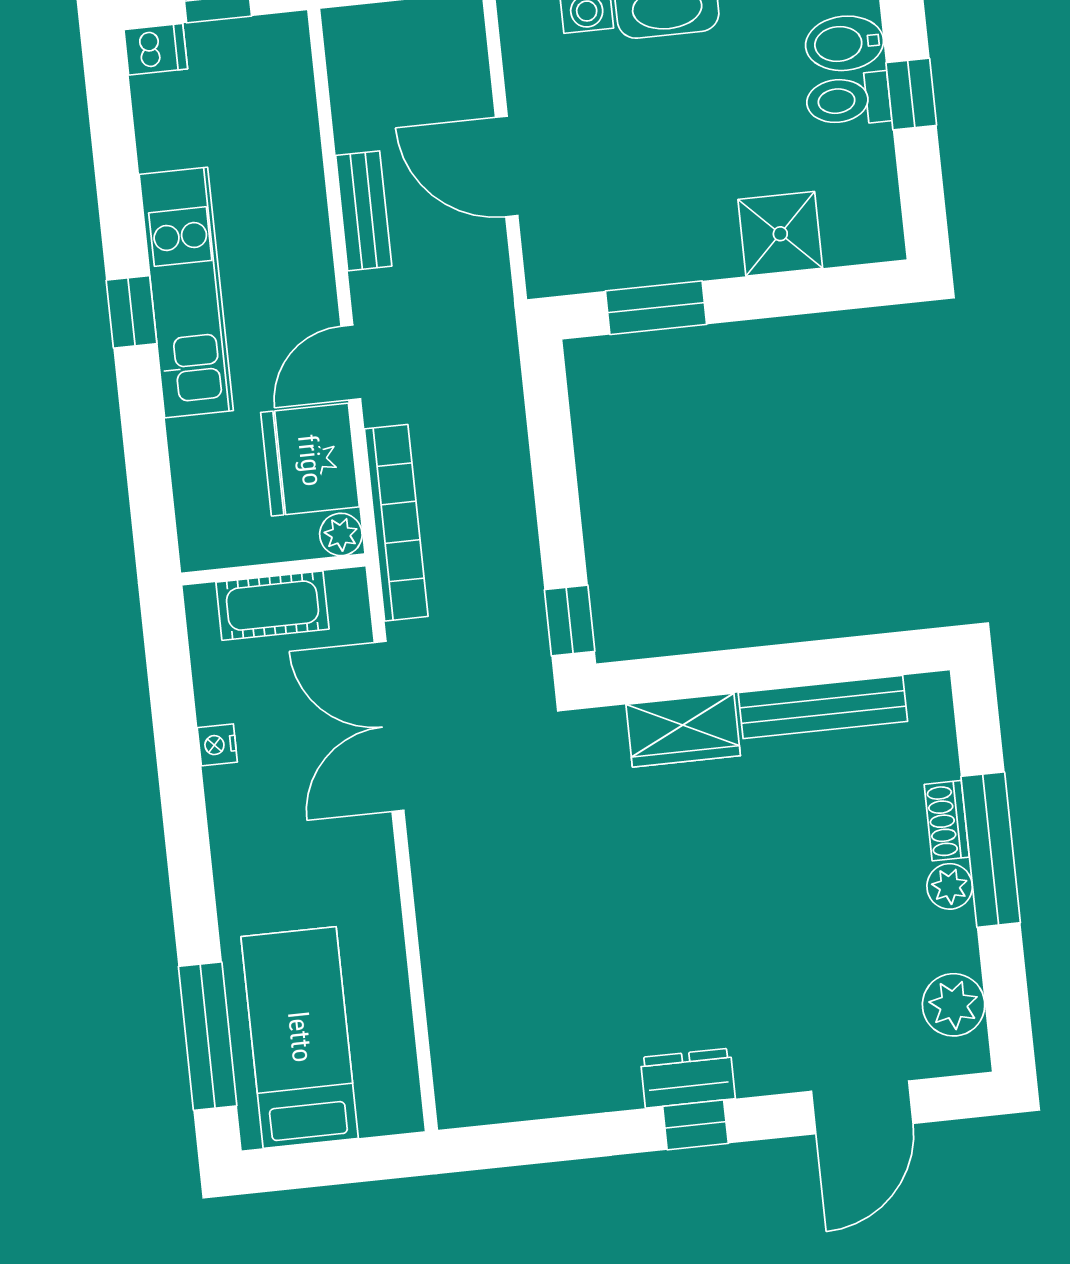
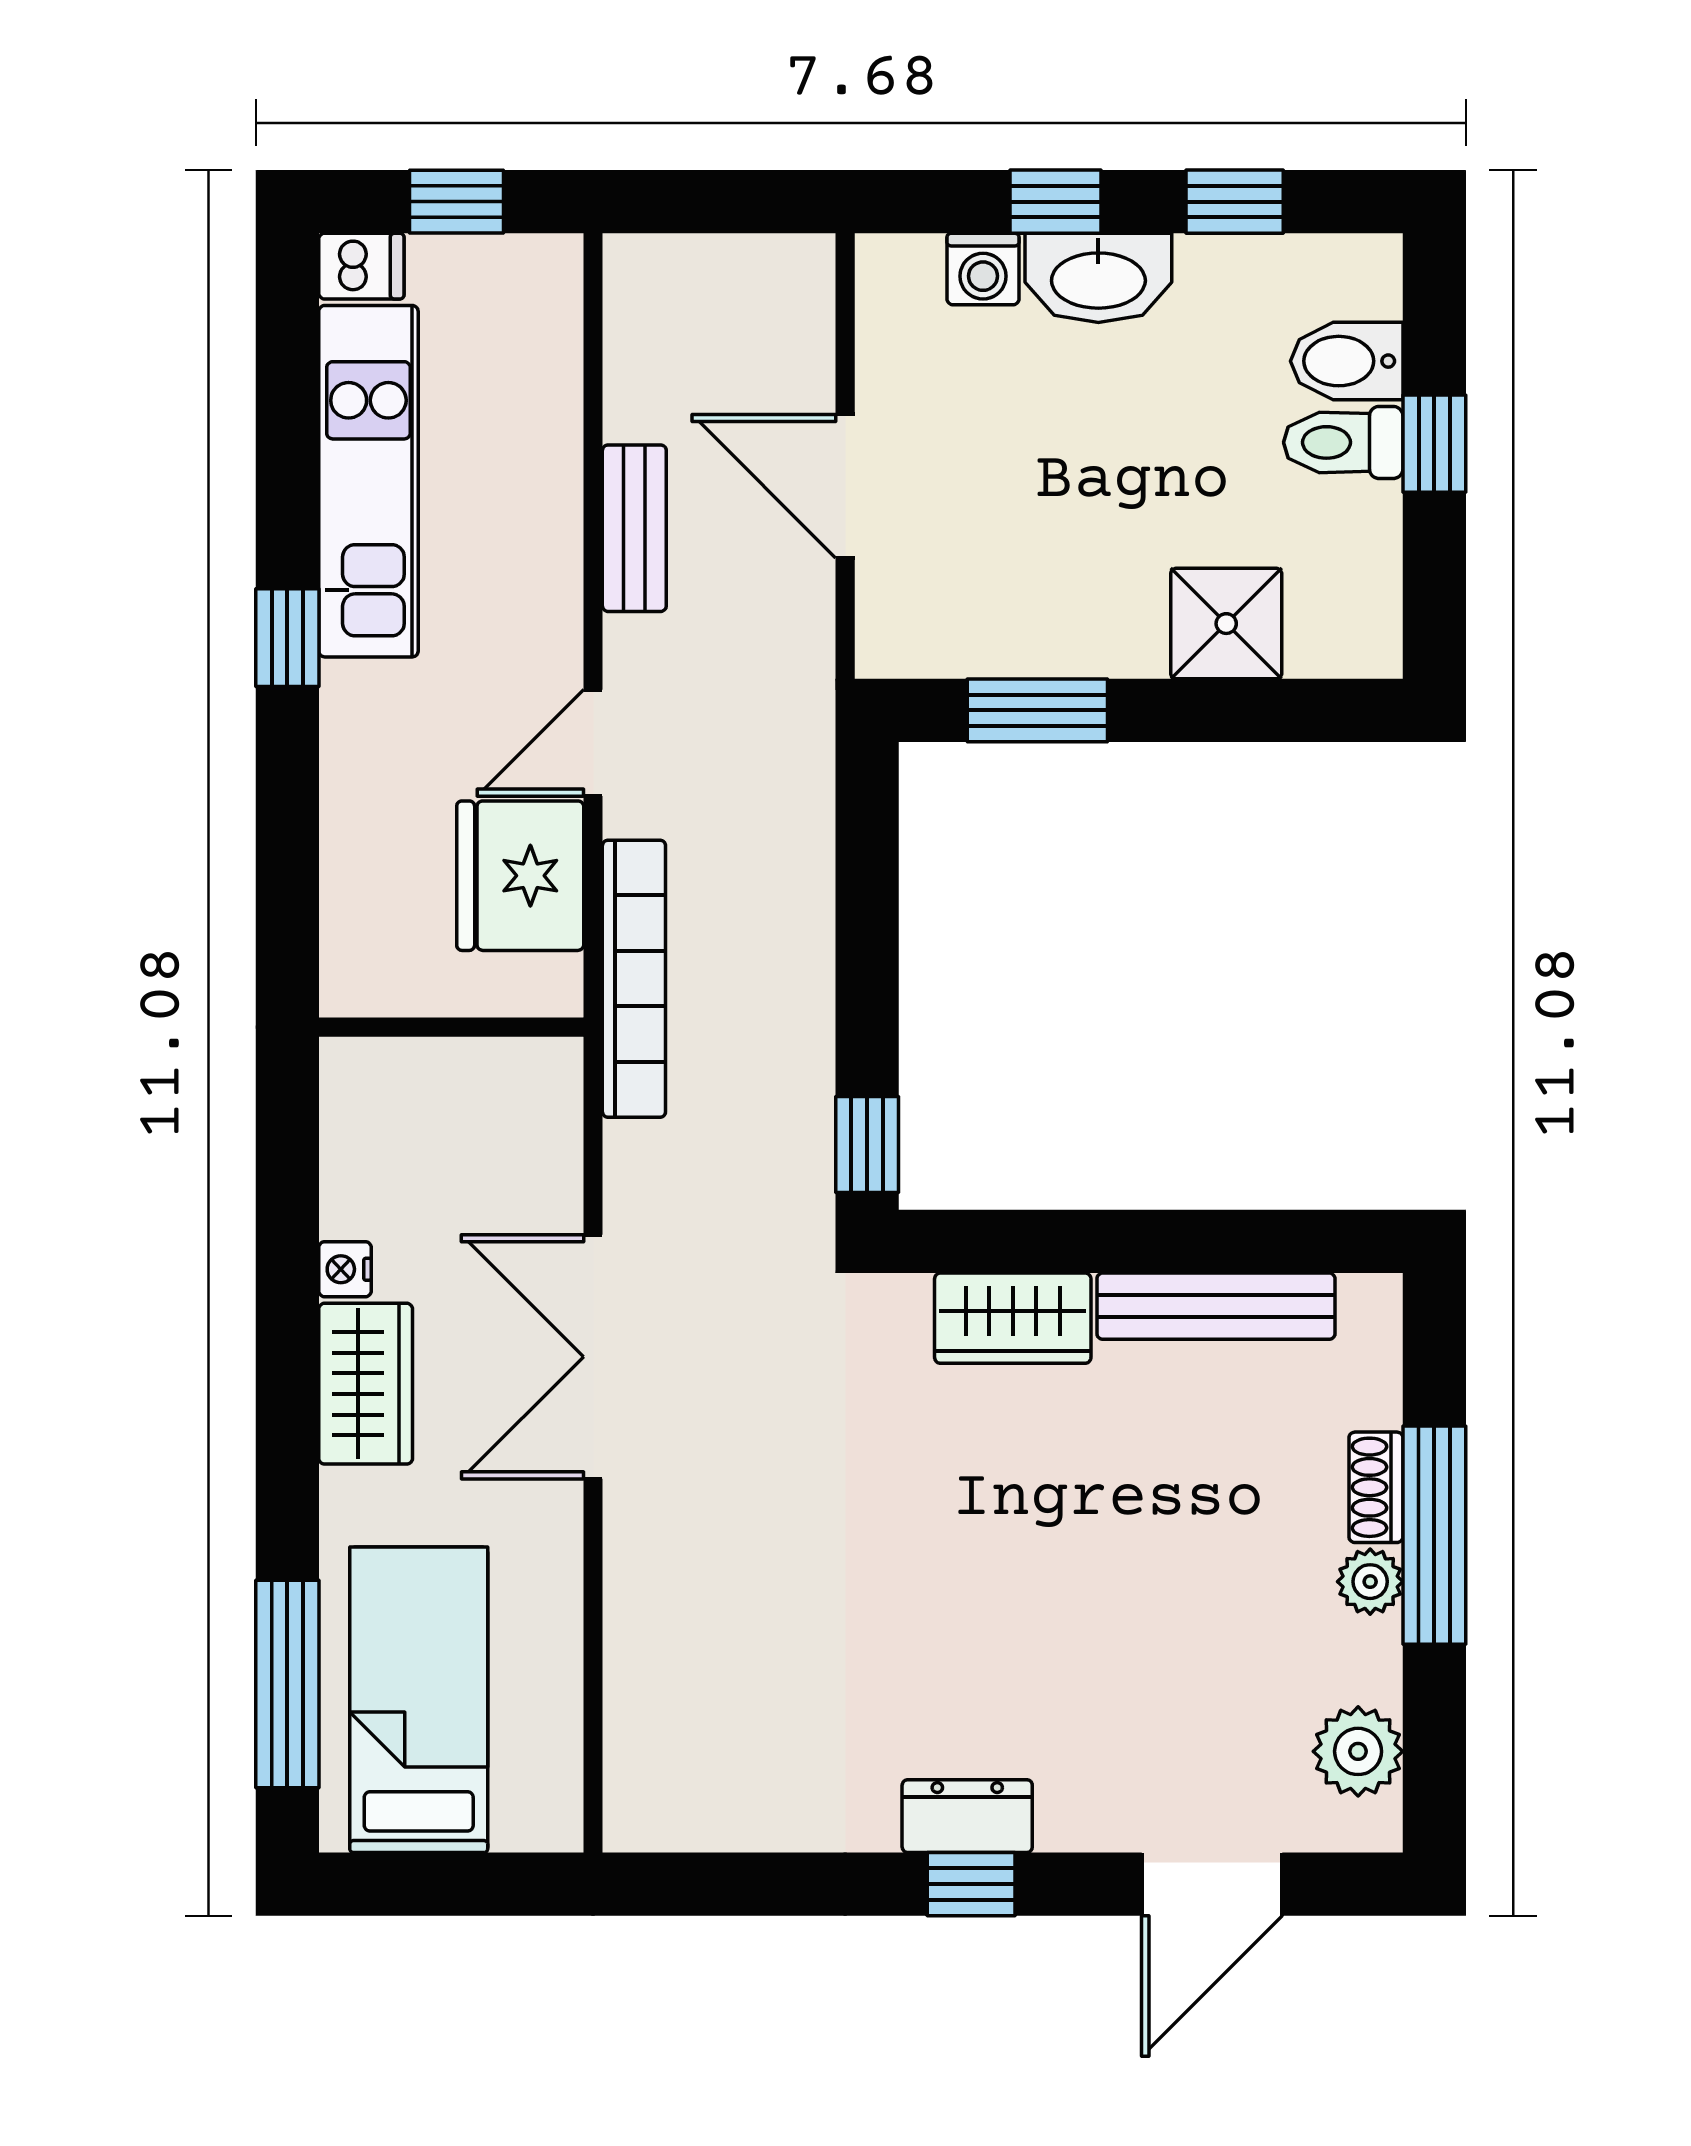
kitchen unit: (186, 293) -> (368, 481), moved
plant: (341, 534) -> (553, 987), removed
cot: (272, 606) -> (445, 1079), removed
double door: (389, 726) -> (593, 1357), moved
wardrobe: (240, 823) -> (366, 1384), added

